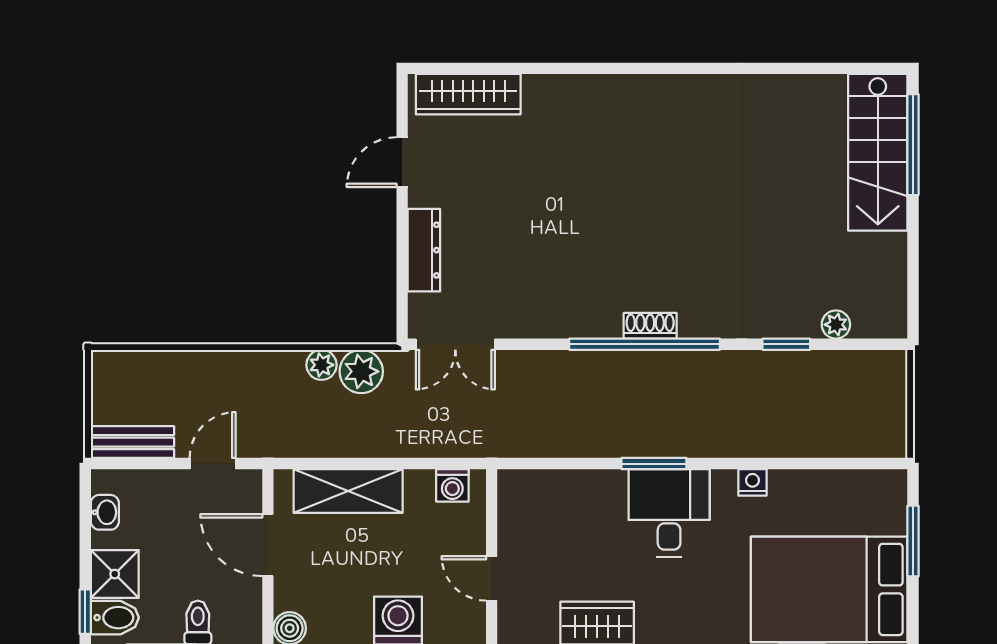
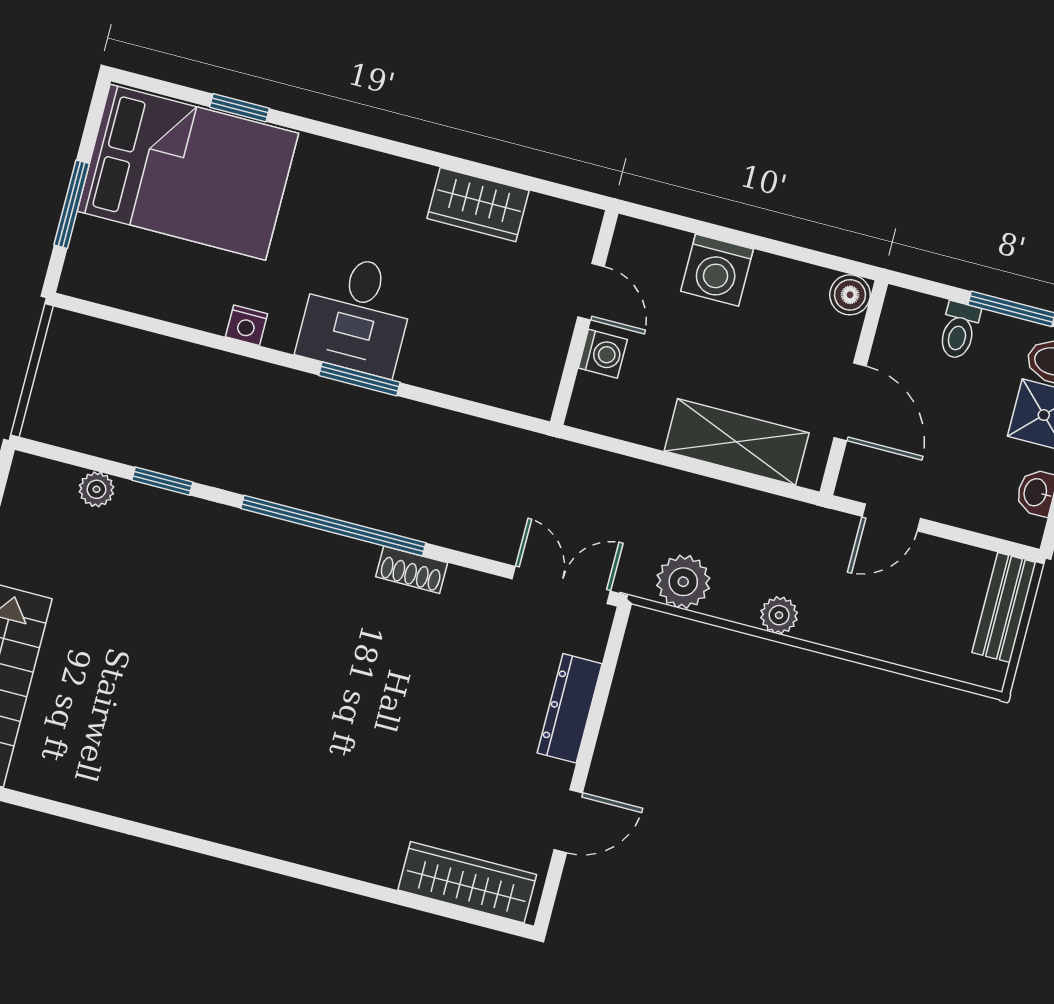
shoe rack: (650, 326) -> (412, 570), moved
plant: (322, 365) -> (779, 615), moved
bench: (132, 442) -> (1004, 608), moved, turned 90
washing machine: (452, 485) -> (603, 354), moved, turned 90

